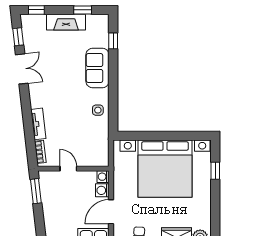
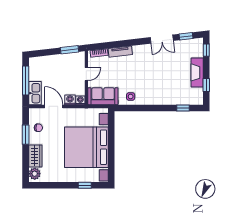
sofa: (97, 68) -> (103, 96), moved

